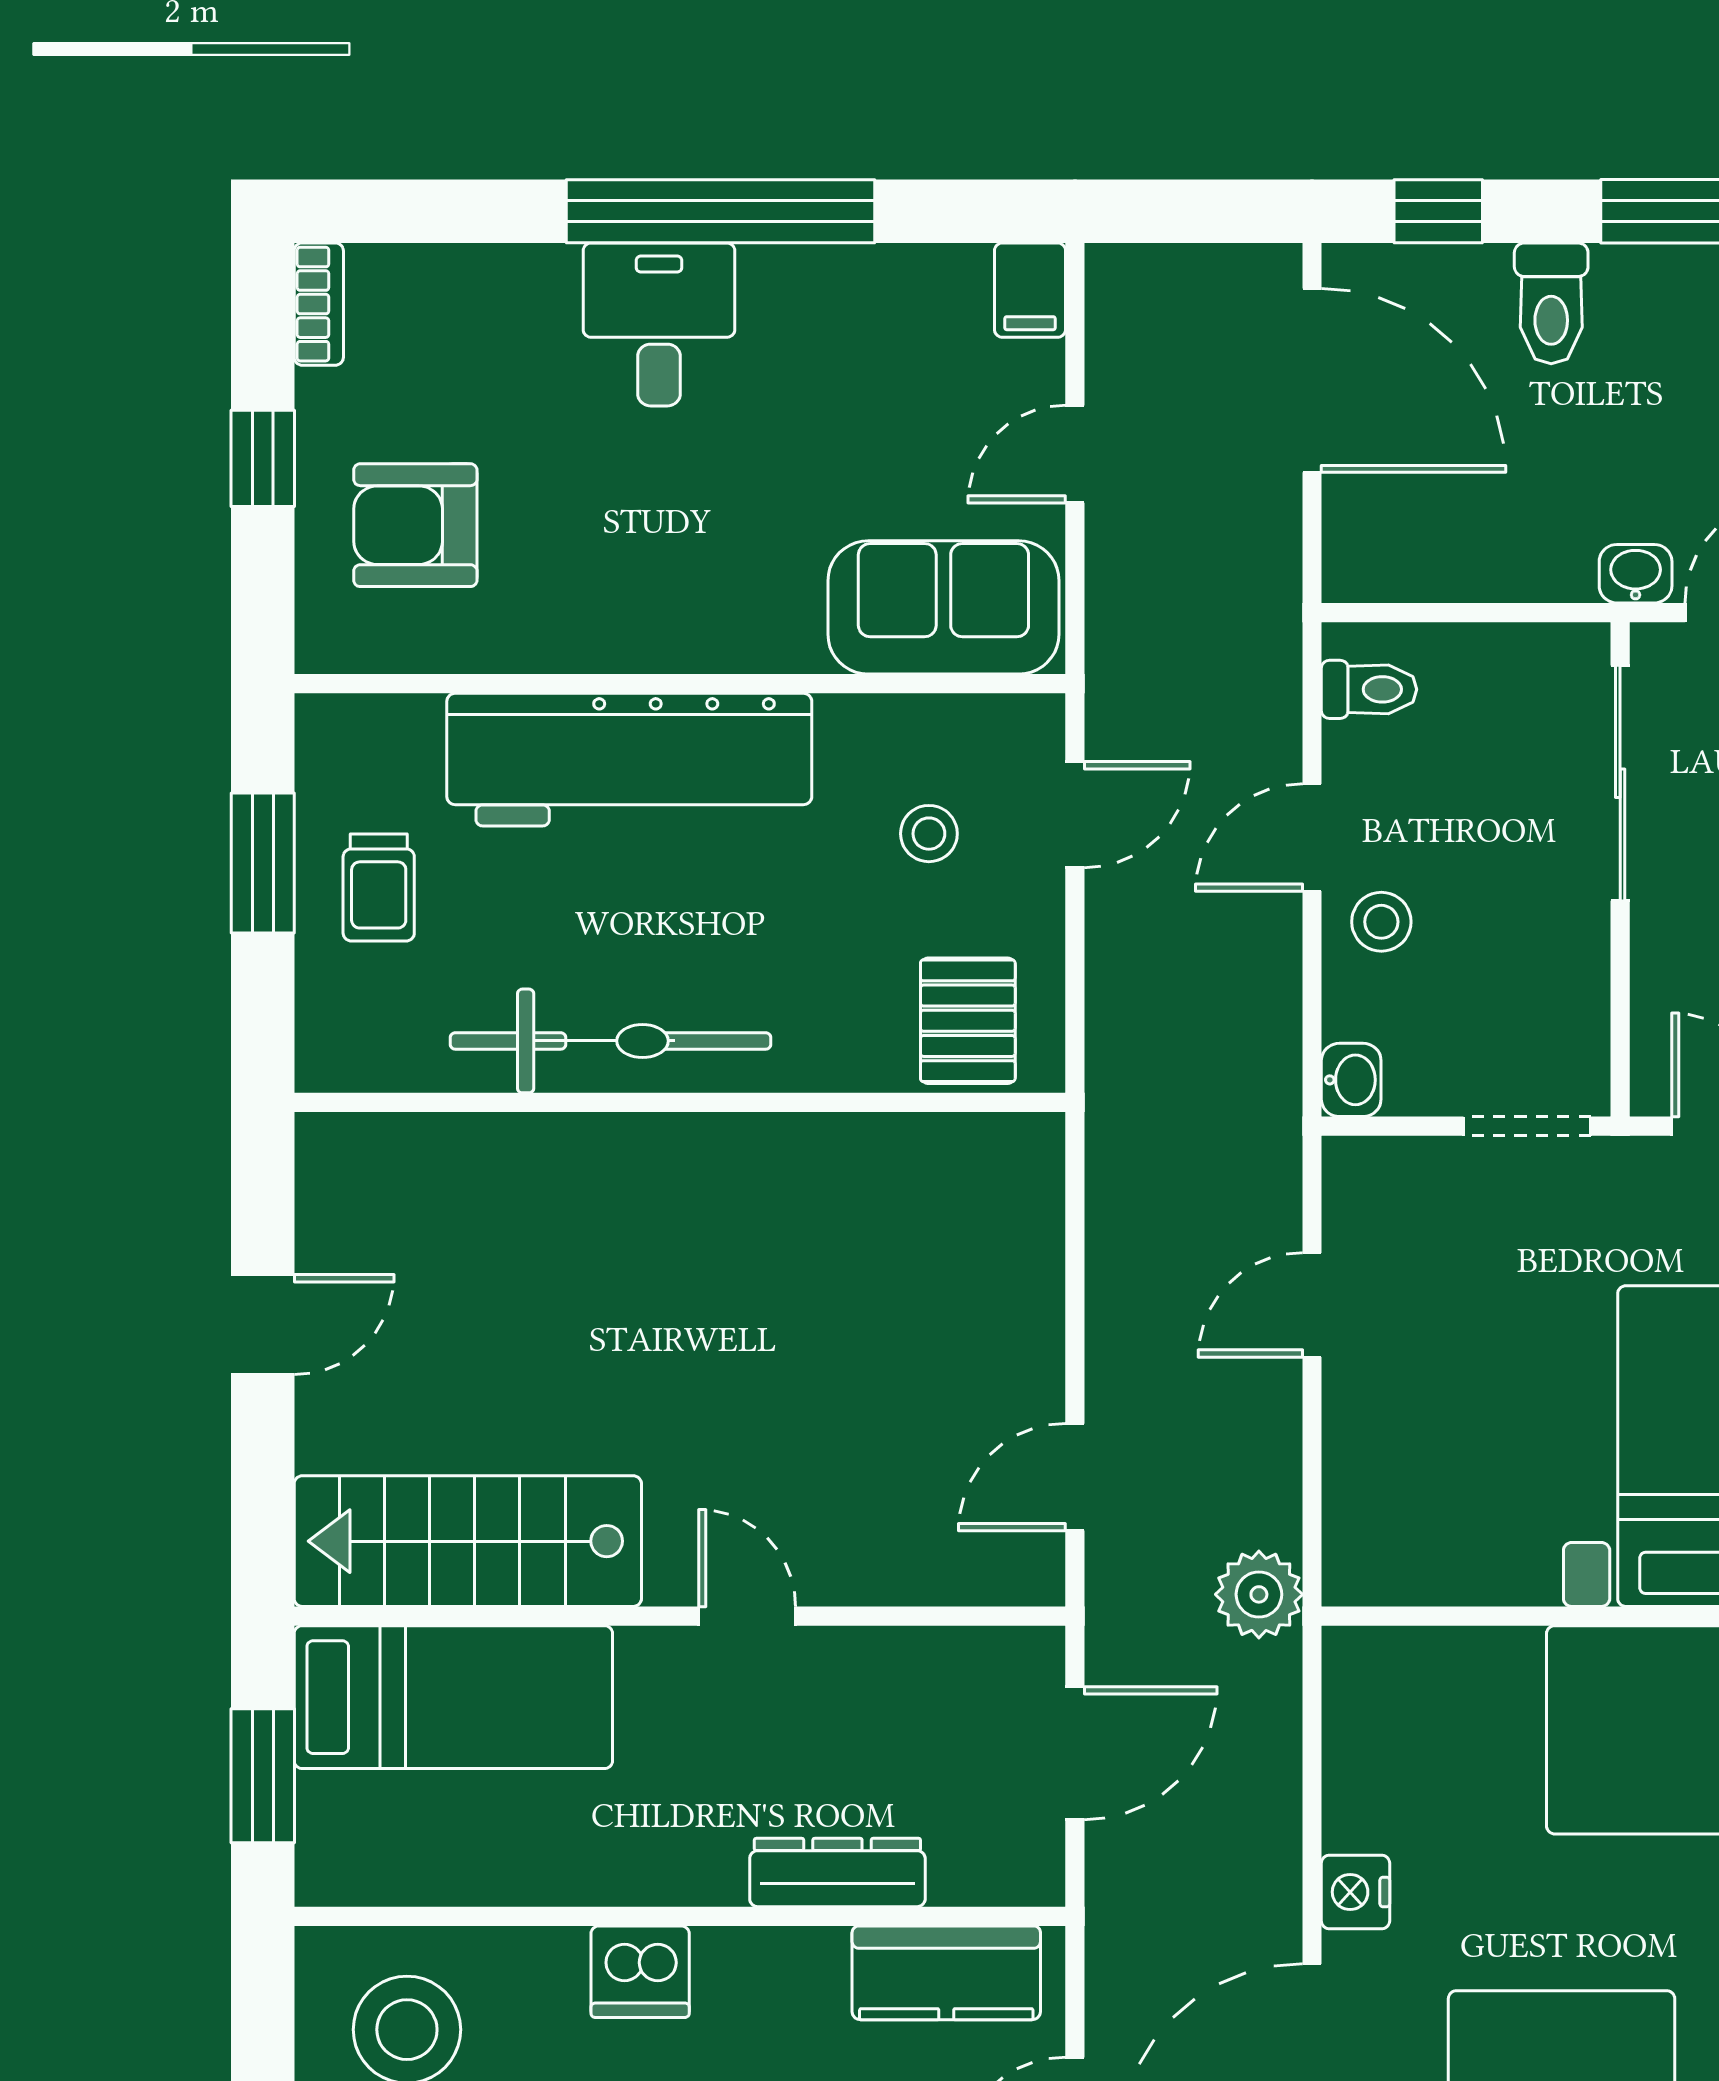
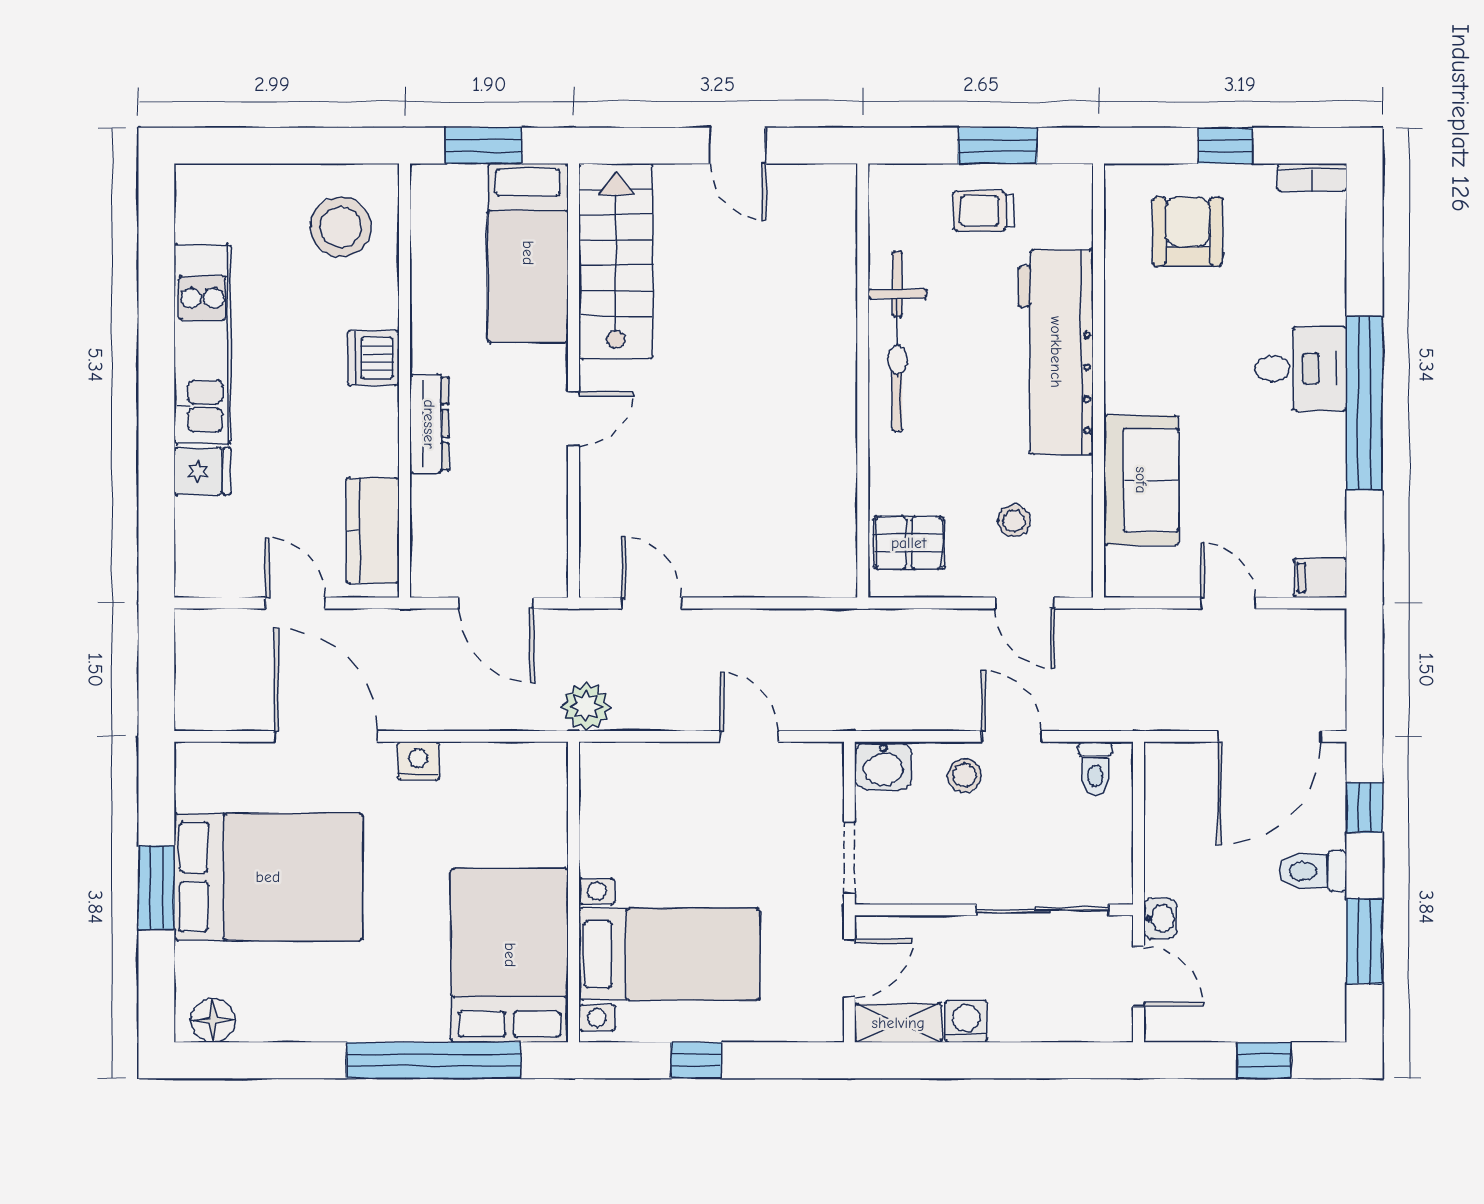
sofa: (943, 607) -> (1141, 480), moved
washbasin: (1351, 1080) -> (883, 766), width x1.38, depth x1.45
dresser: (837, 1873) -> (429, 424), moved

